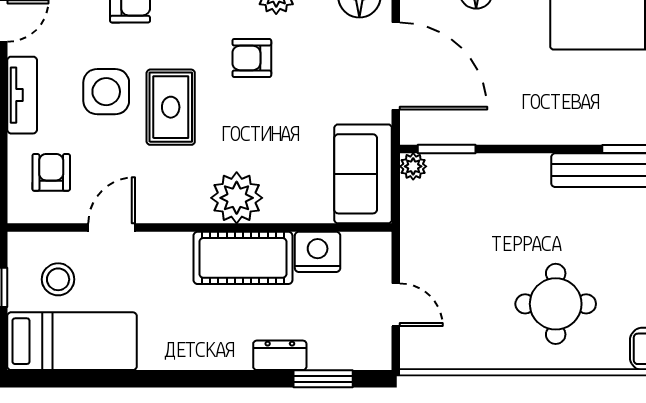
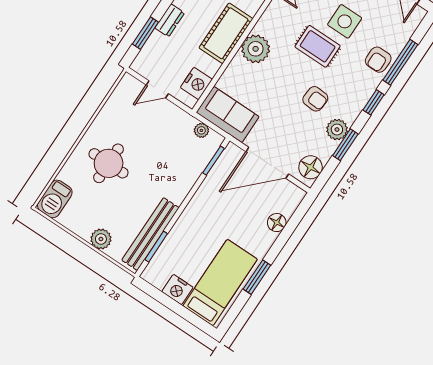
armchair: (252, 58) -> (315, 99), turned 94
plant: (413, 166) -> (201, 130), moved
nightstand: (318, 252) -> (196, 83), moved

